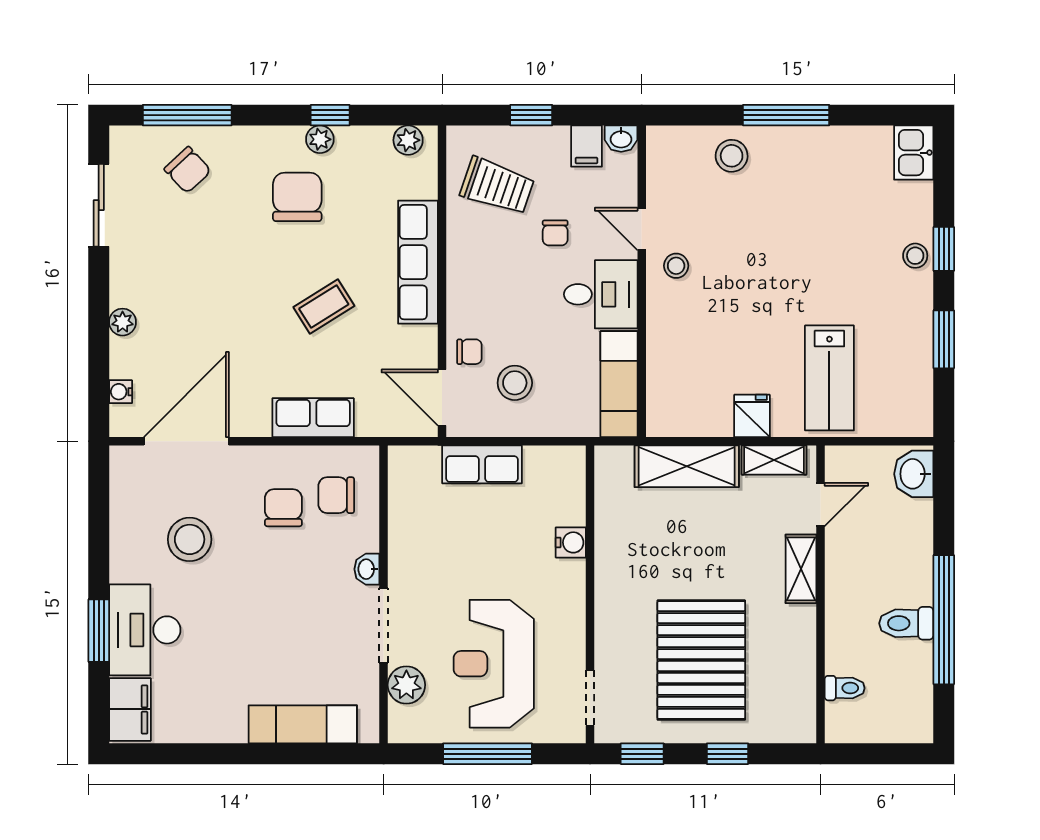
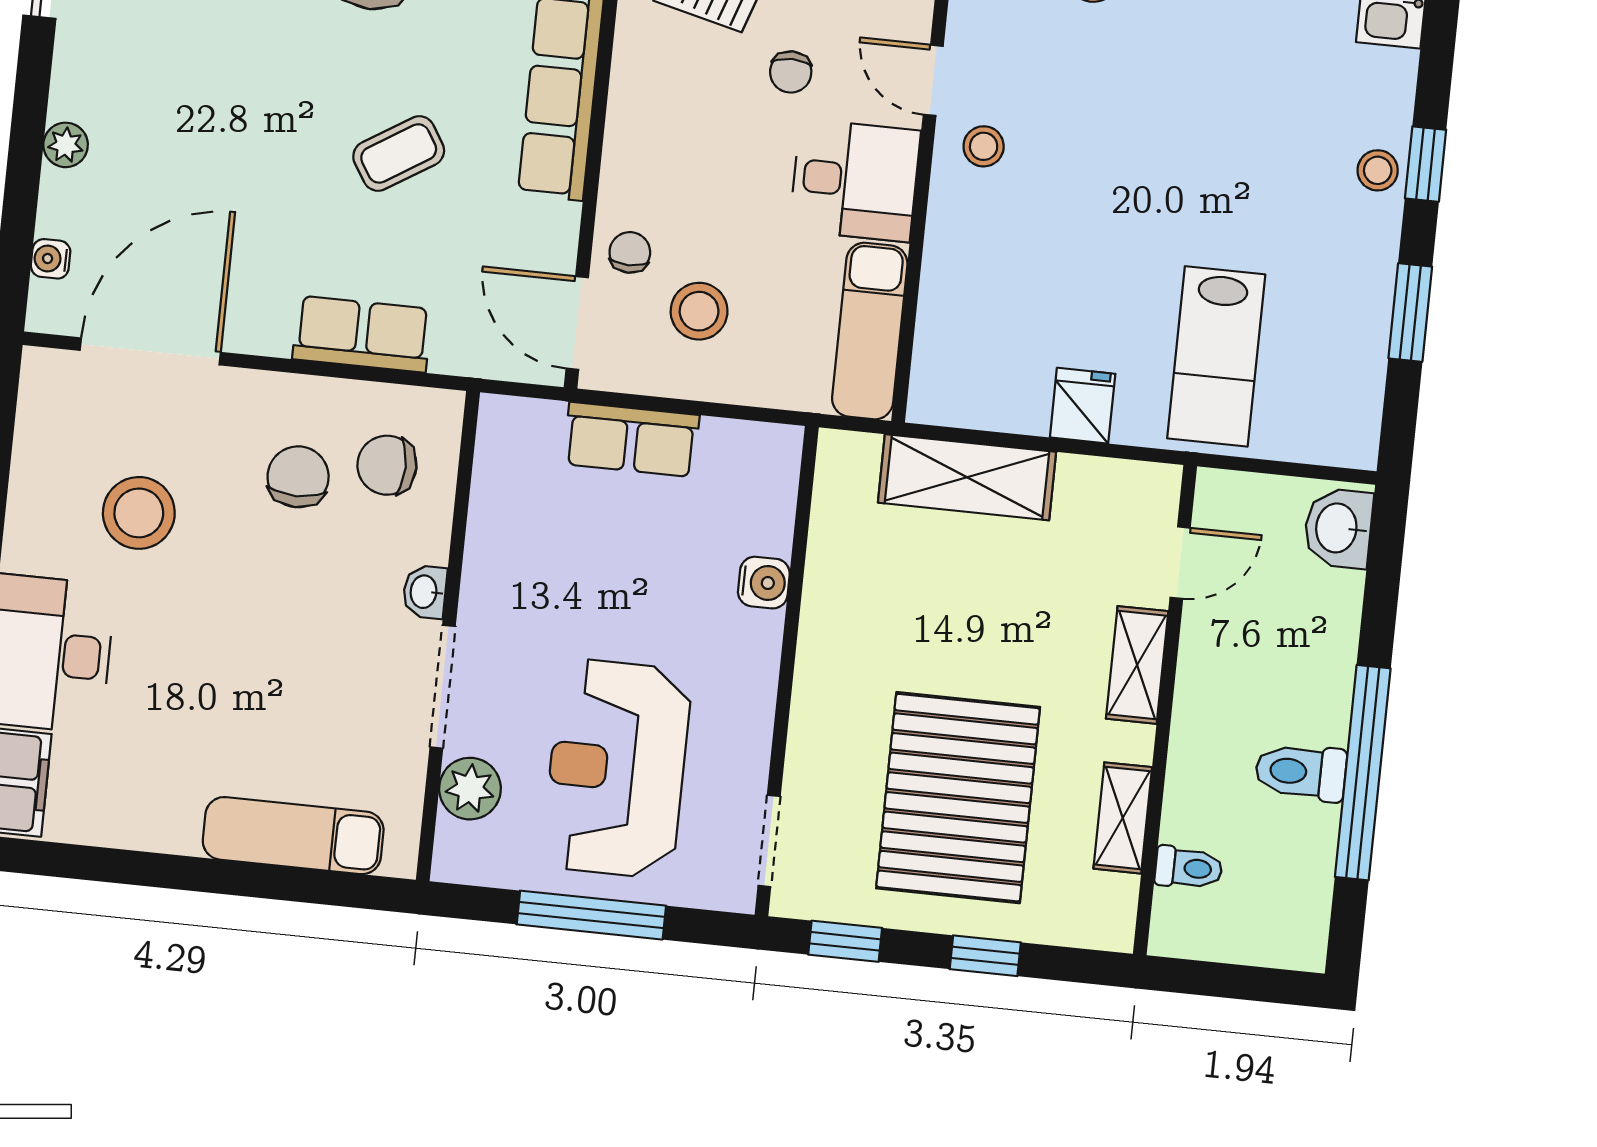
chair: (469, 352) -> (630, 252), turned -90
shelving: (774, 460) -> (1123, 818), moved, turned 90

